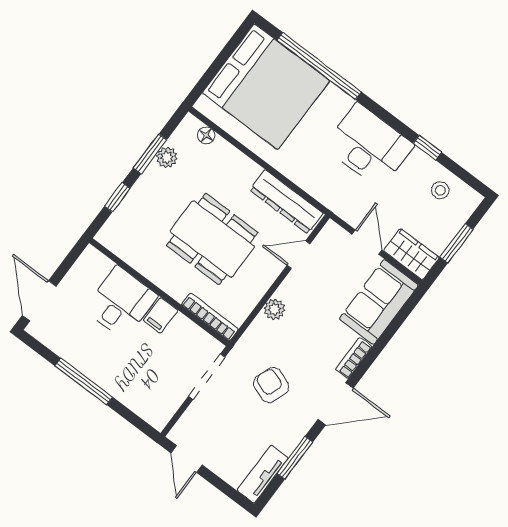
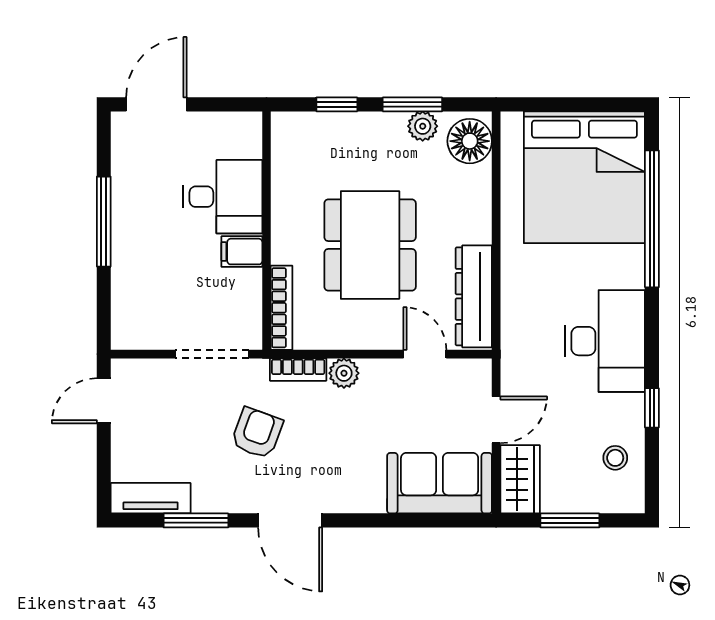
floor lamp: (206, 135) -> (470, 141), width x1.89, depth x1.89
bookcase: (354, 358) -> (298, 370), moved, turned 180

